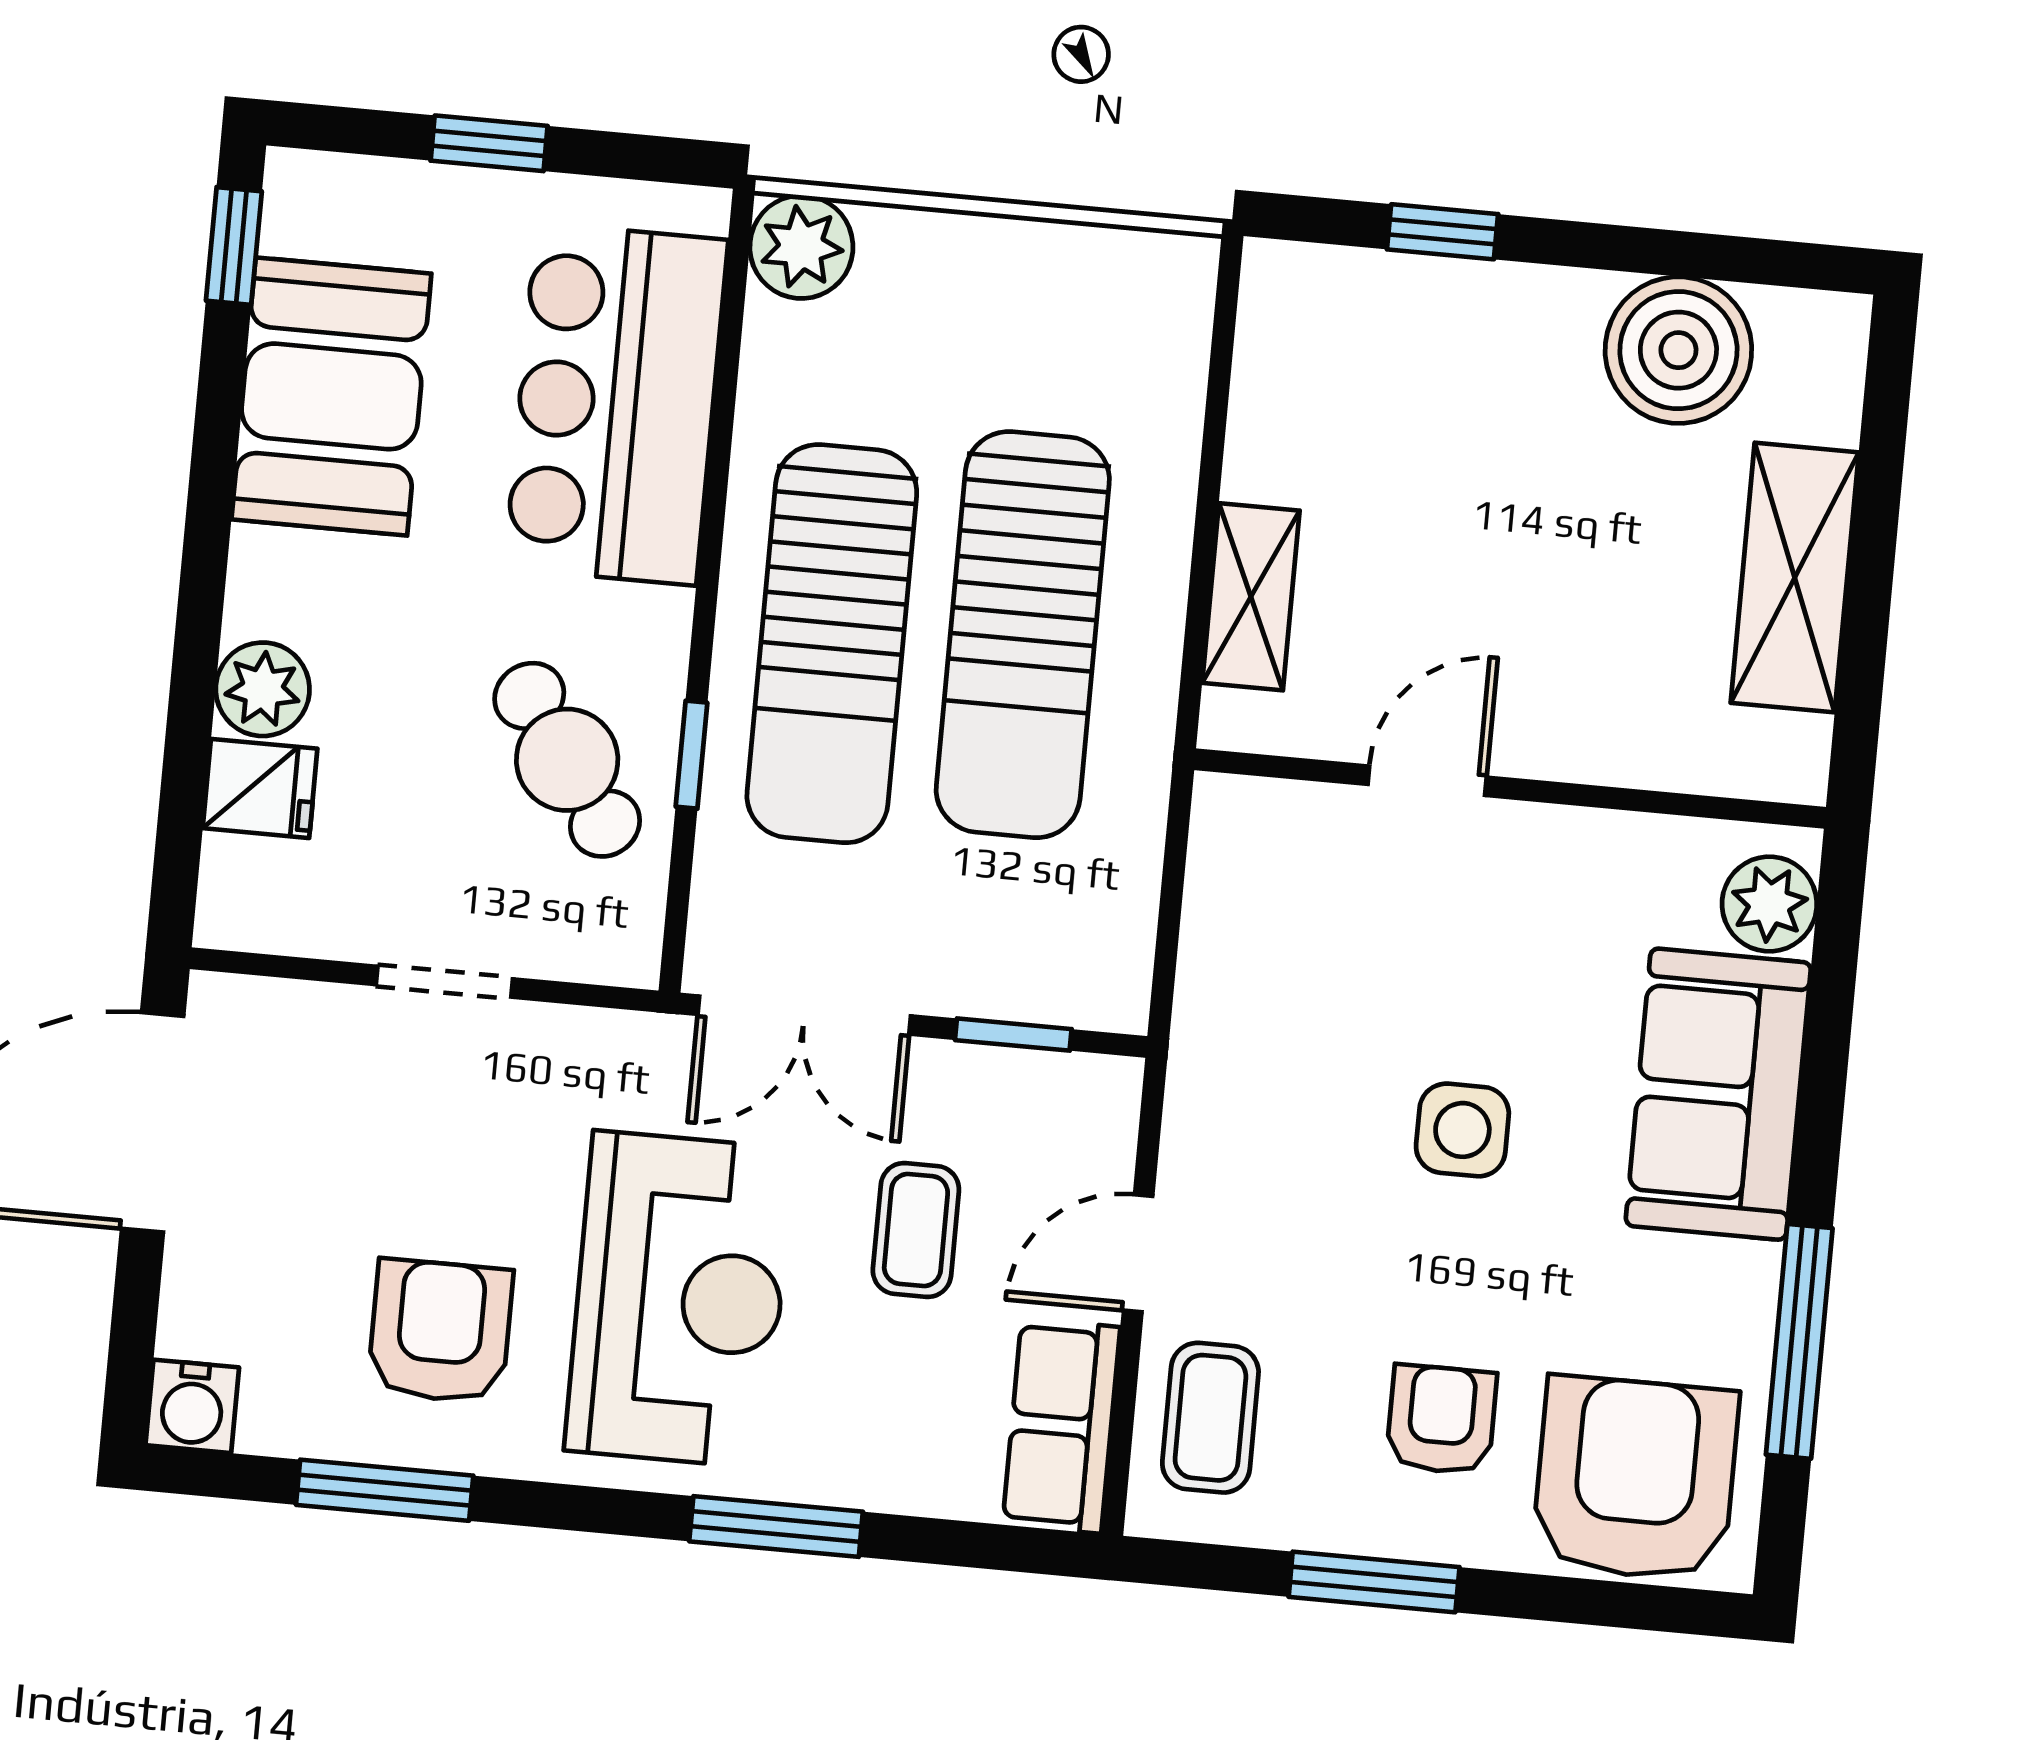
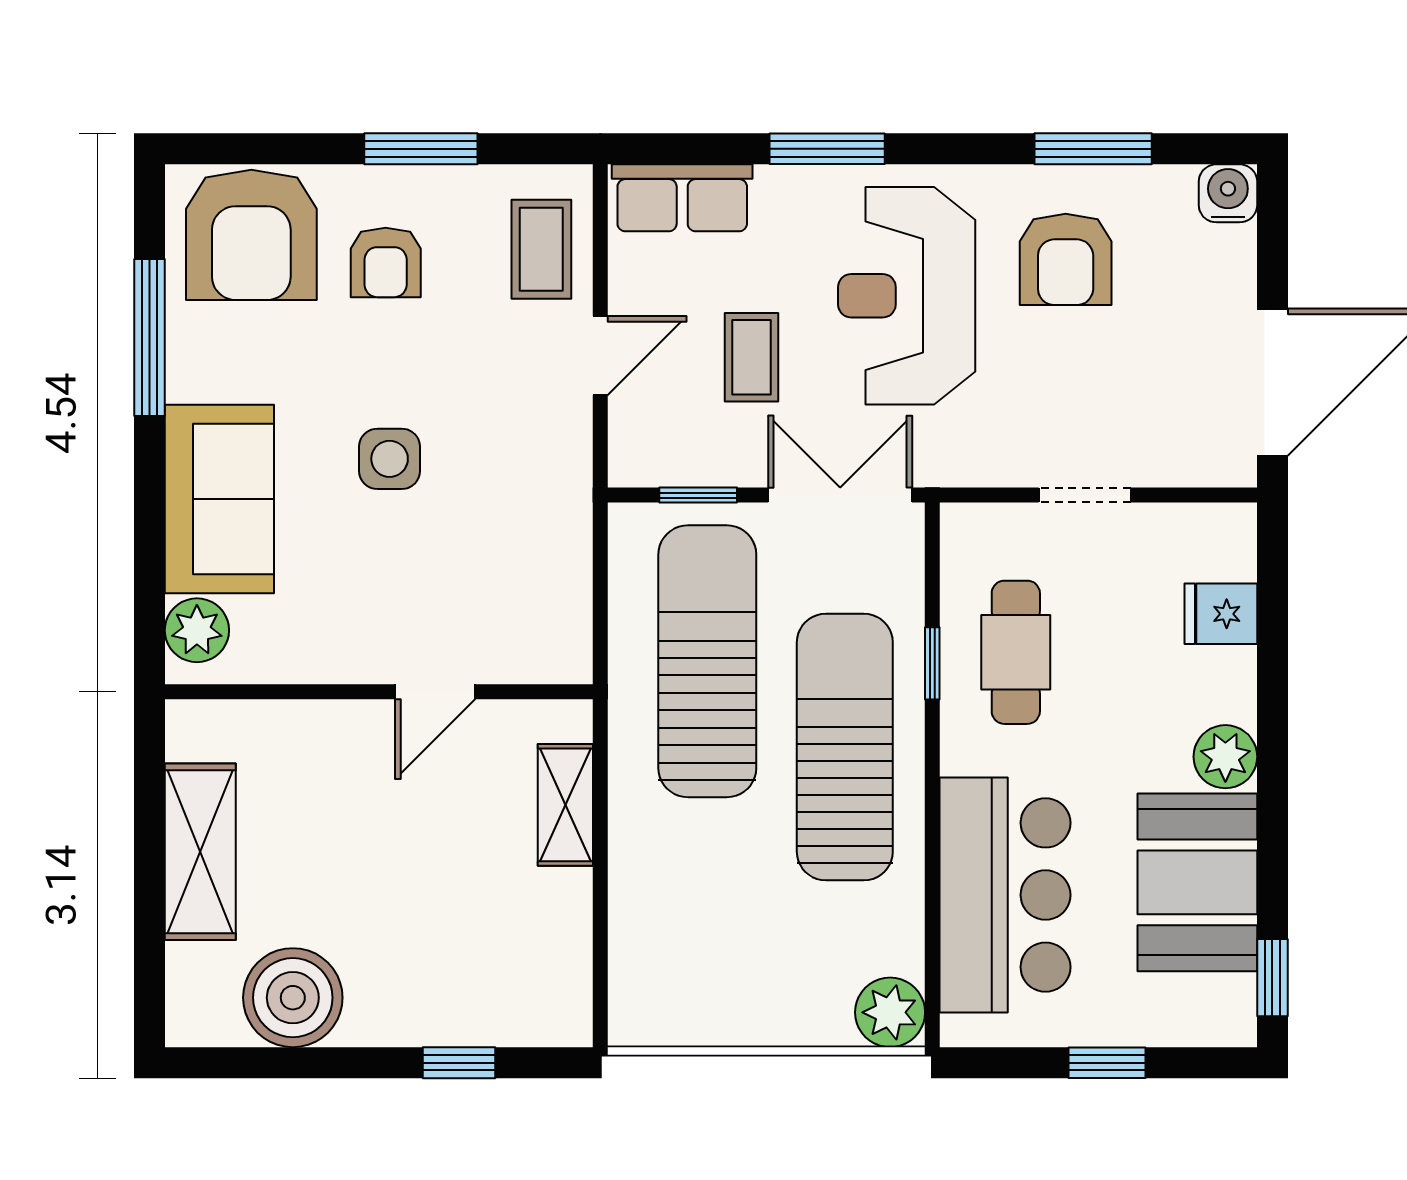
sun lounger: (1023, 635) -> (707, 661), moved
plant: (263, 689) -> (1225, 757), moved
cafe table: (567, 760) -> (1016, 652), turned 36
row of seats: (1061, 1426) -> (682, 198), moved, turned 90

